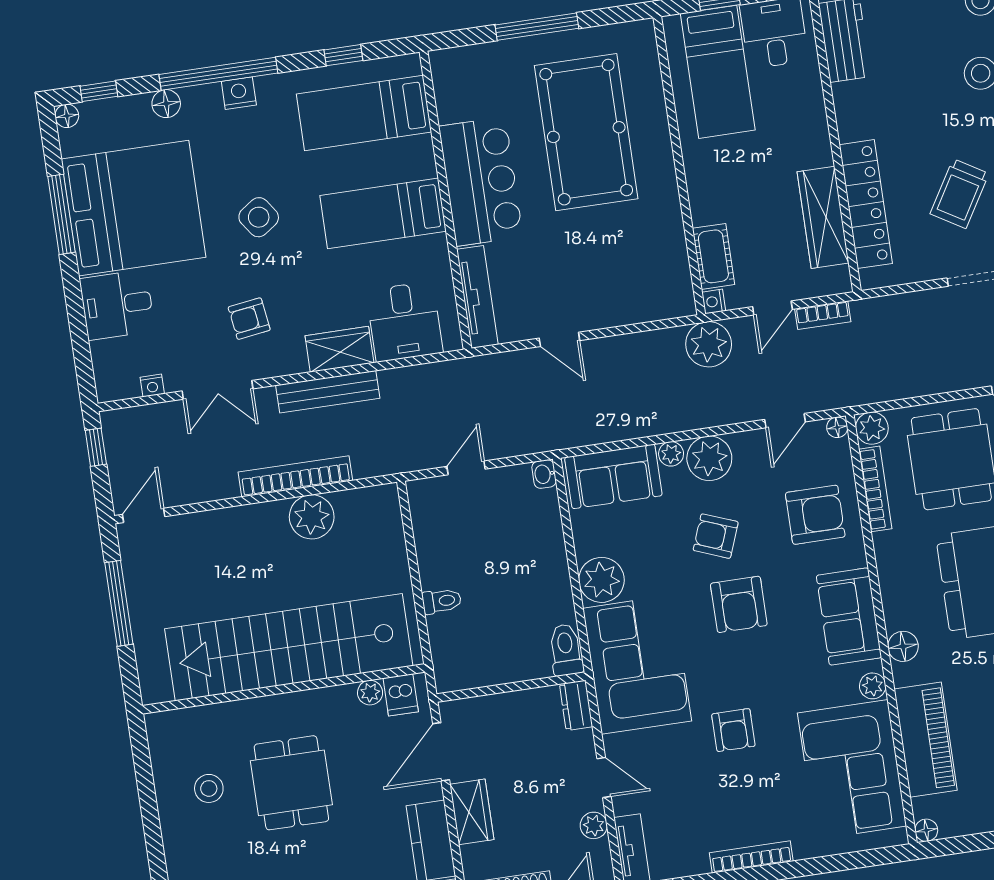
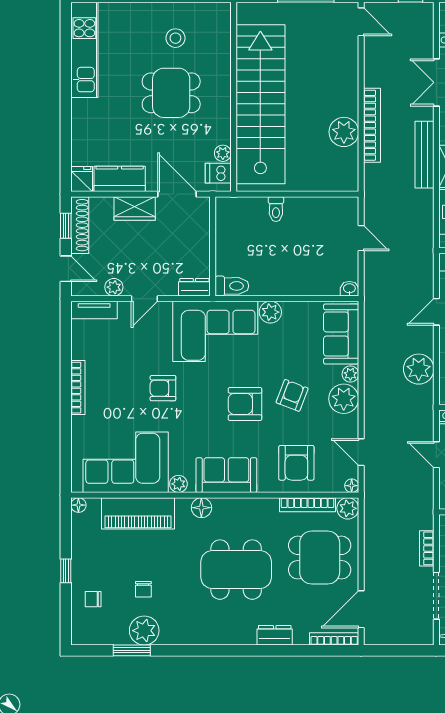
bookcase: (823, 315) -> (427, 548), moved
plant: (709, 344) -> (419, 369), moved
plant: (601, 580) -> (270, 312), width x0.73, depth x0.73

